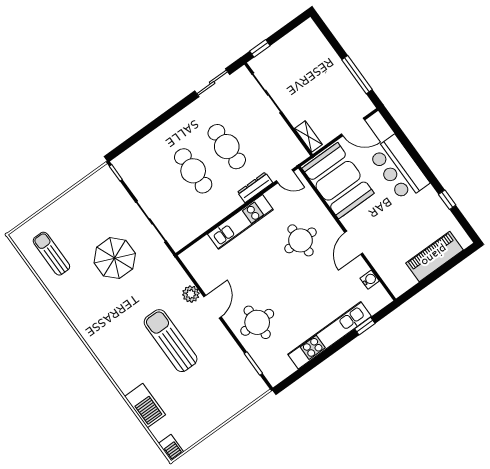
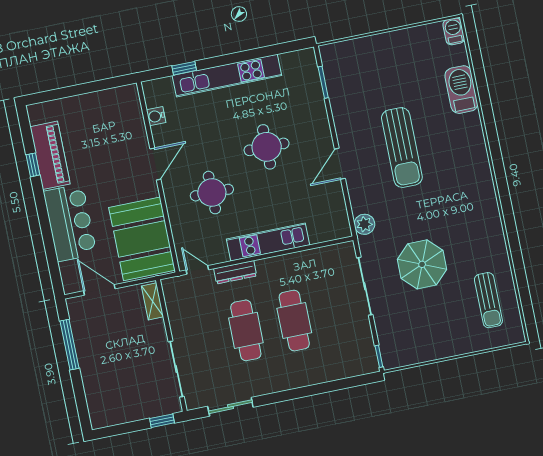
piano: (434, 256) -> (50, 155), moved, turned -90
plant: (191, 294) -> (364, 224), moved
round table: (257, 322) -> (267, 147), moved

